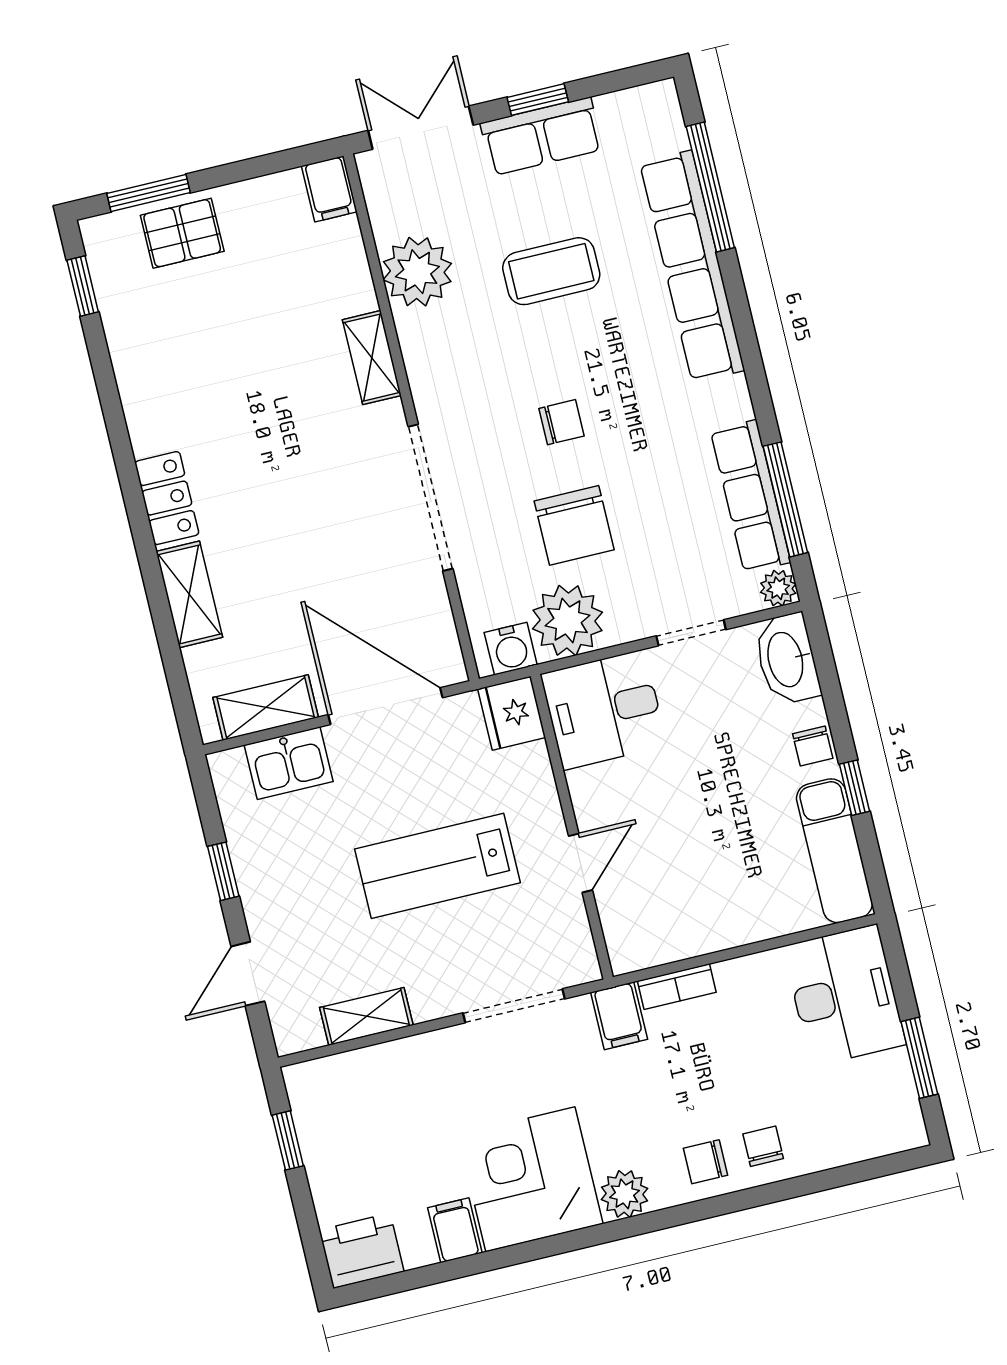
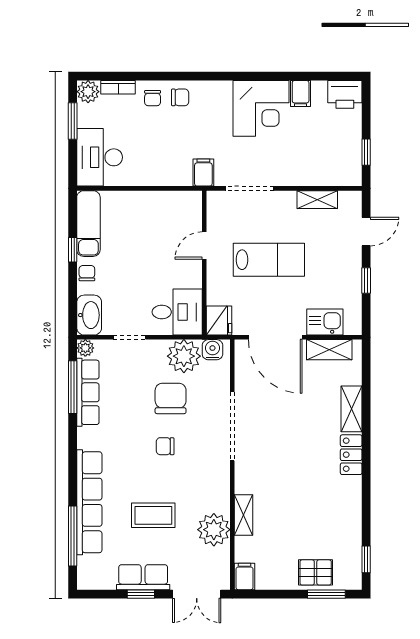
shelving: (372, 358) -> (244, 515), moved
bookcase: (677, 987) -> (118, 87), moved, turned 180
plant: (625, 1194) -> (88, 92), moved

